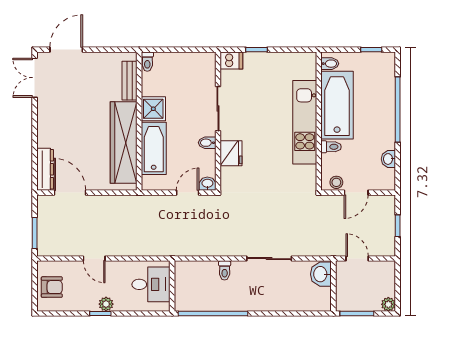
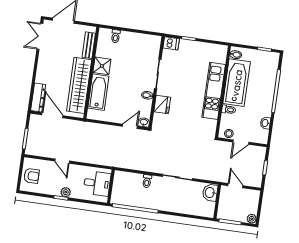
bench: (130, 81) -> (89, 45), moved
shower: (153, 109) -> (102, 66), moved
wall: (139, 121) -> (91, 73), moved
wardrobe: (124, 142) -> (79, 85), moved
bathtub: (154, 148) -> (98, 92), moved

